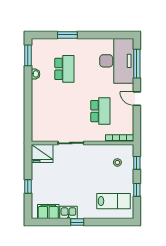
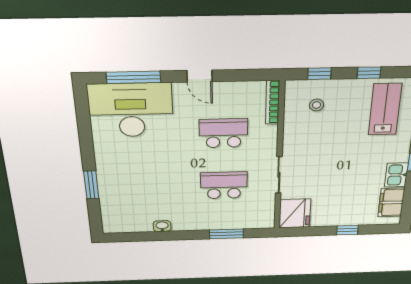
window: (28, 55) -> (226, 234), moved
school desk: (64, 69) -> (224, 185), moved
door: (137, 99) -> (199, 76), hinge flipped

